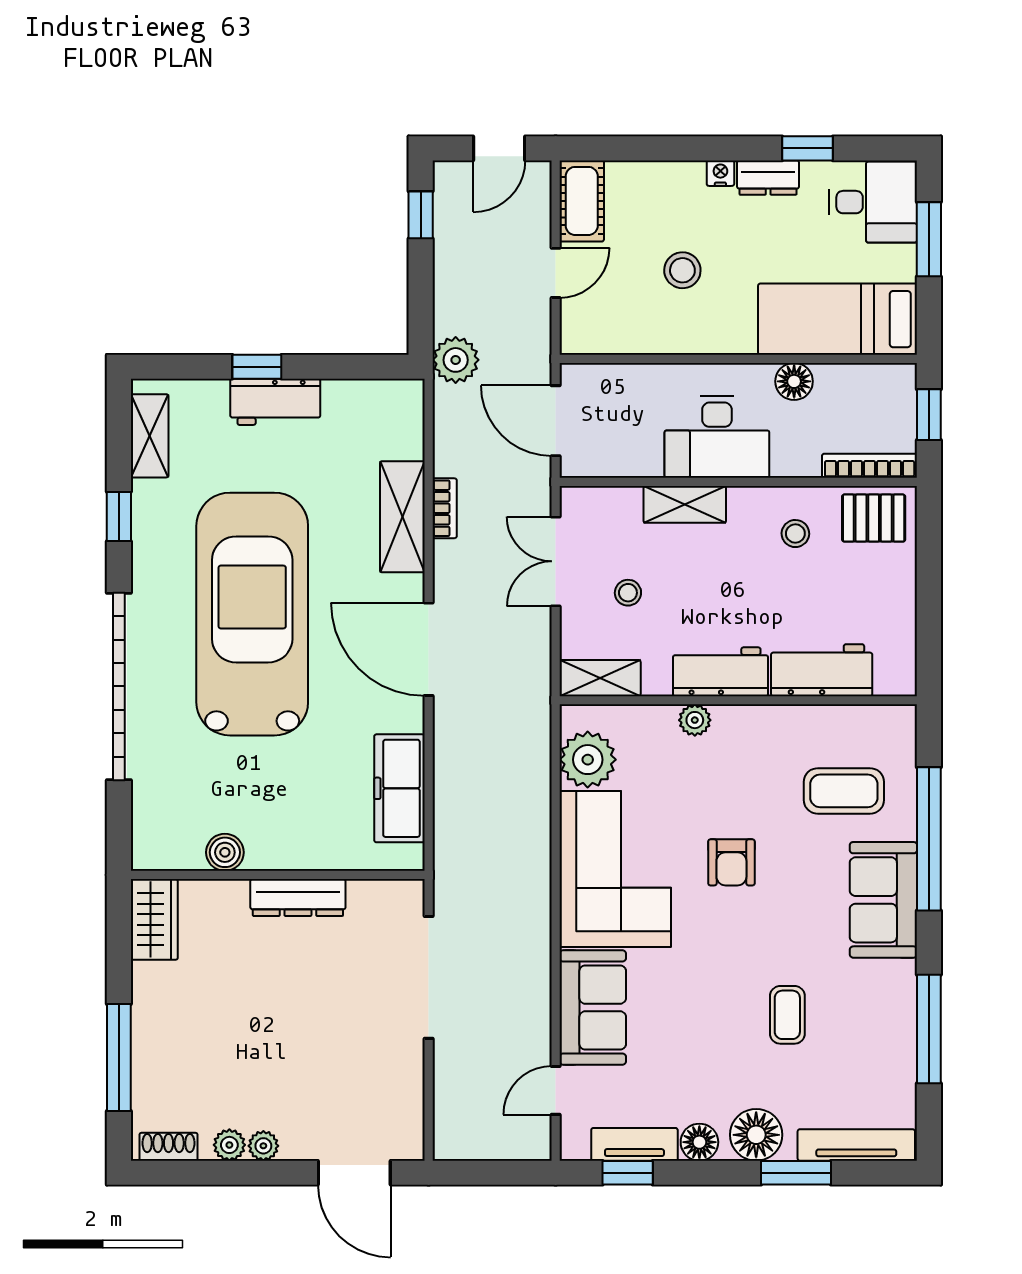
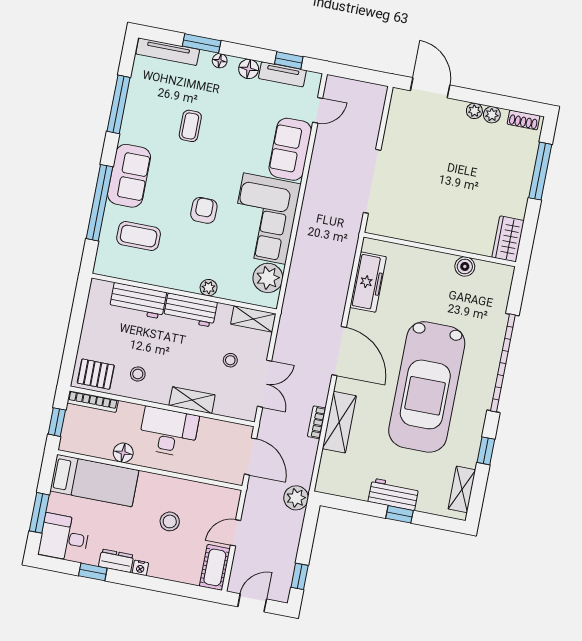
dresser: (298, 898) -> (432, 236), removed
floor lamp: (756, 1135) -> (220, 61), width x0.53, depth x0.53

